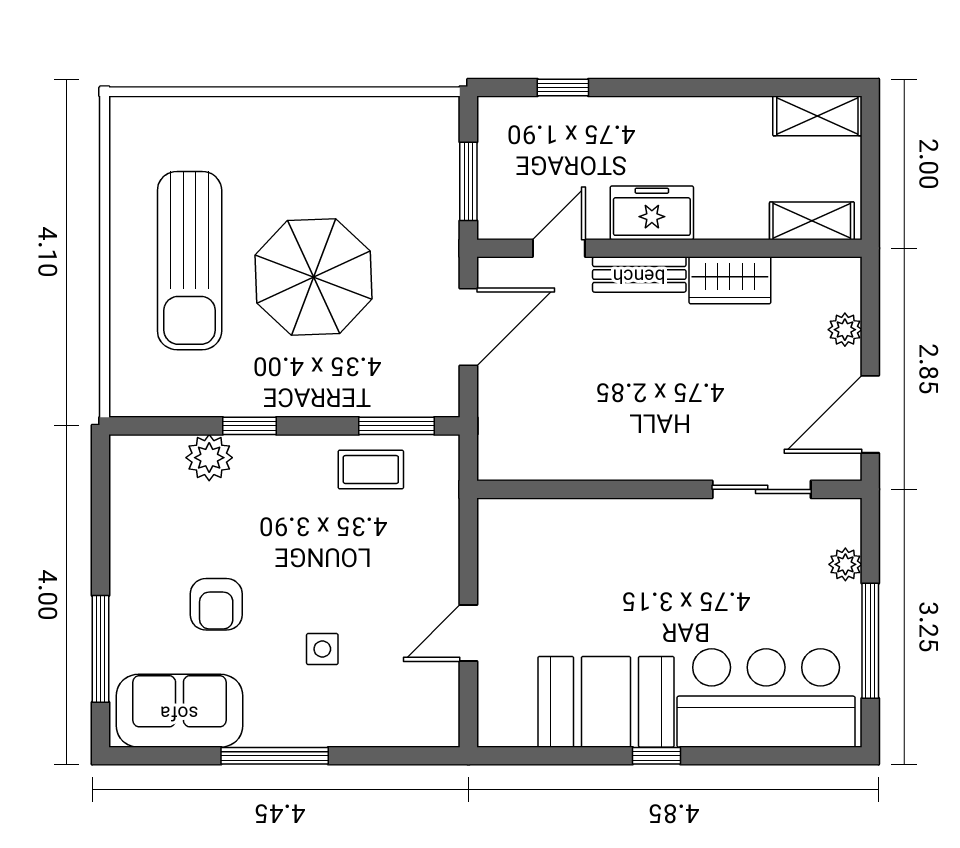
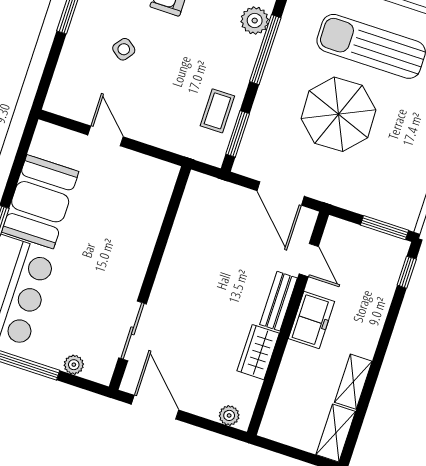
window: (563, 88) -> (407, 272), moved
window: (468, 181) -> (384, 228), moved
shelving: (812, 221) -> (353, 382), moved
plant: (845, 330) -> (229, 415), moved
window: (250, 426) -> (265, 50), width x2.17
side table: (322, 649) -> (124, 49), turned 37

